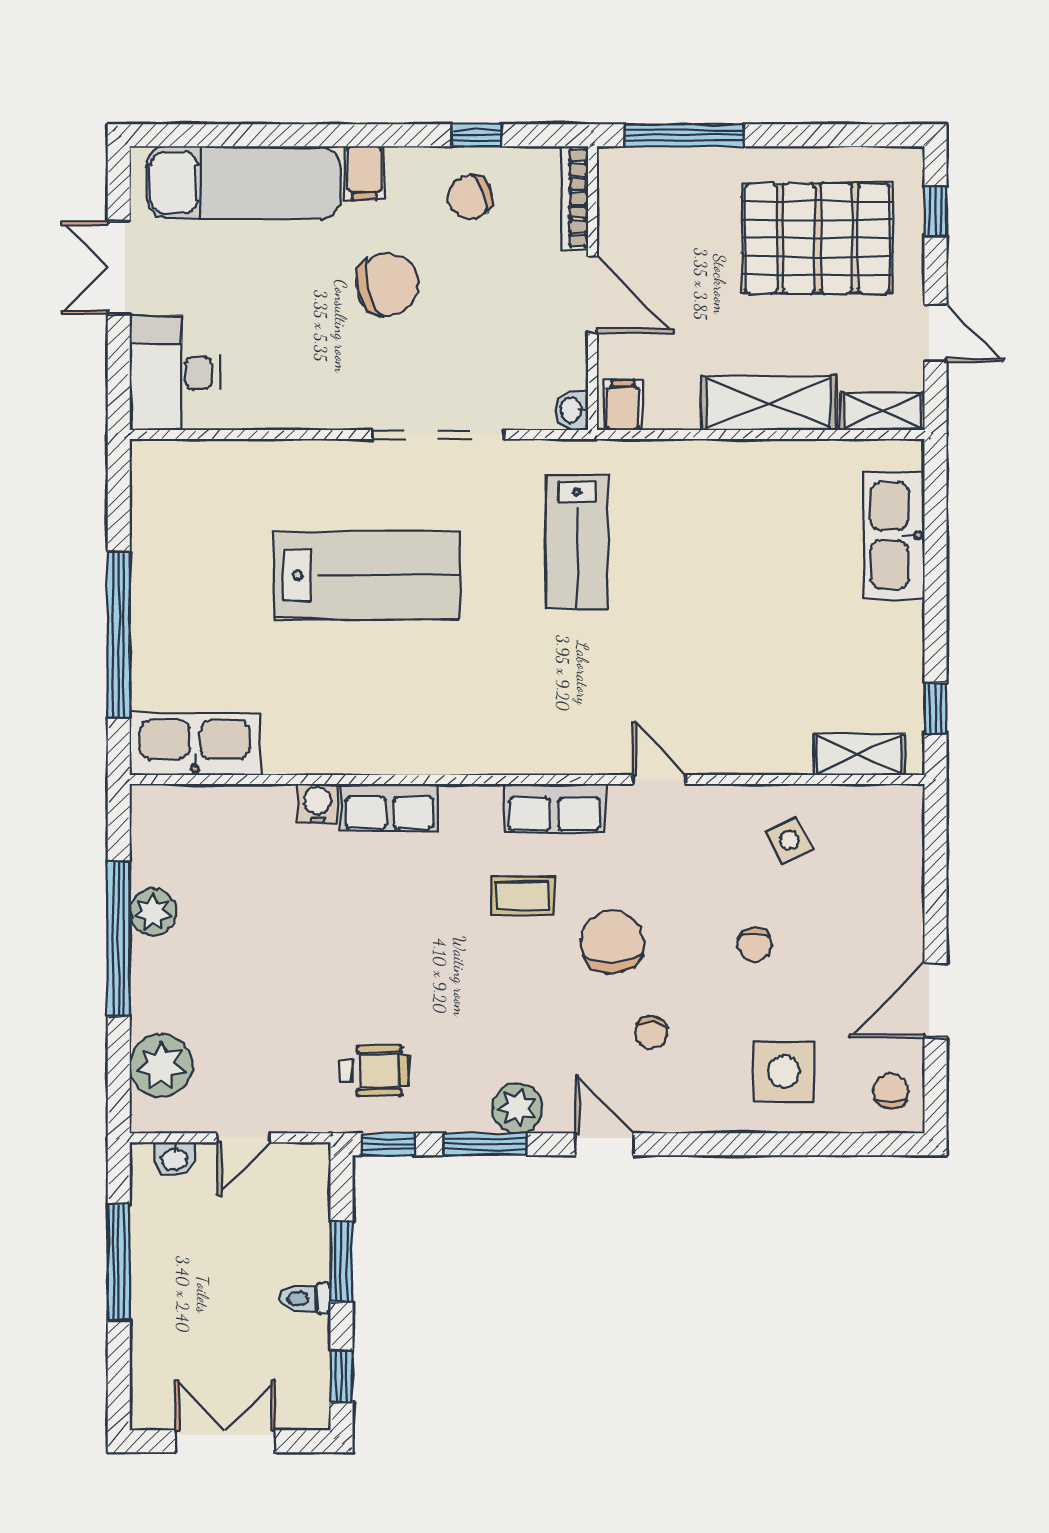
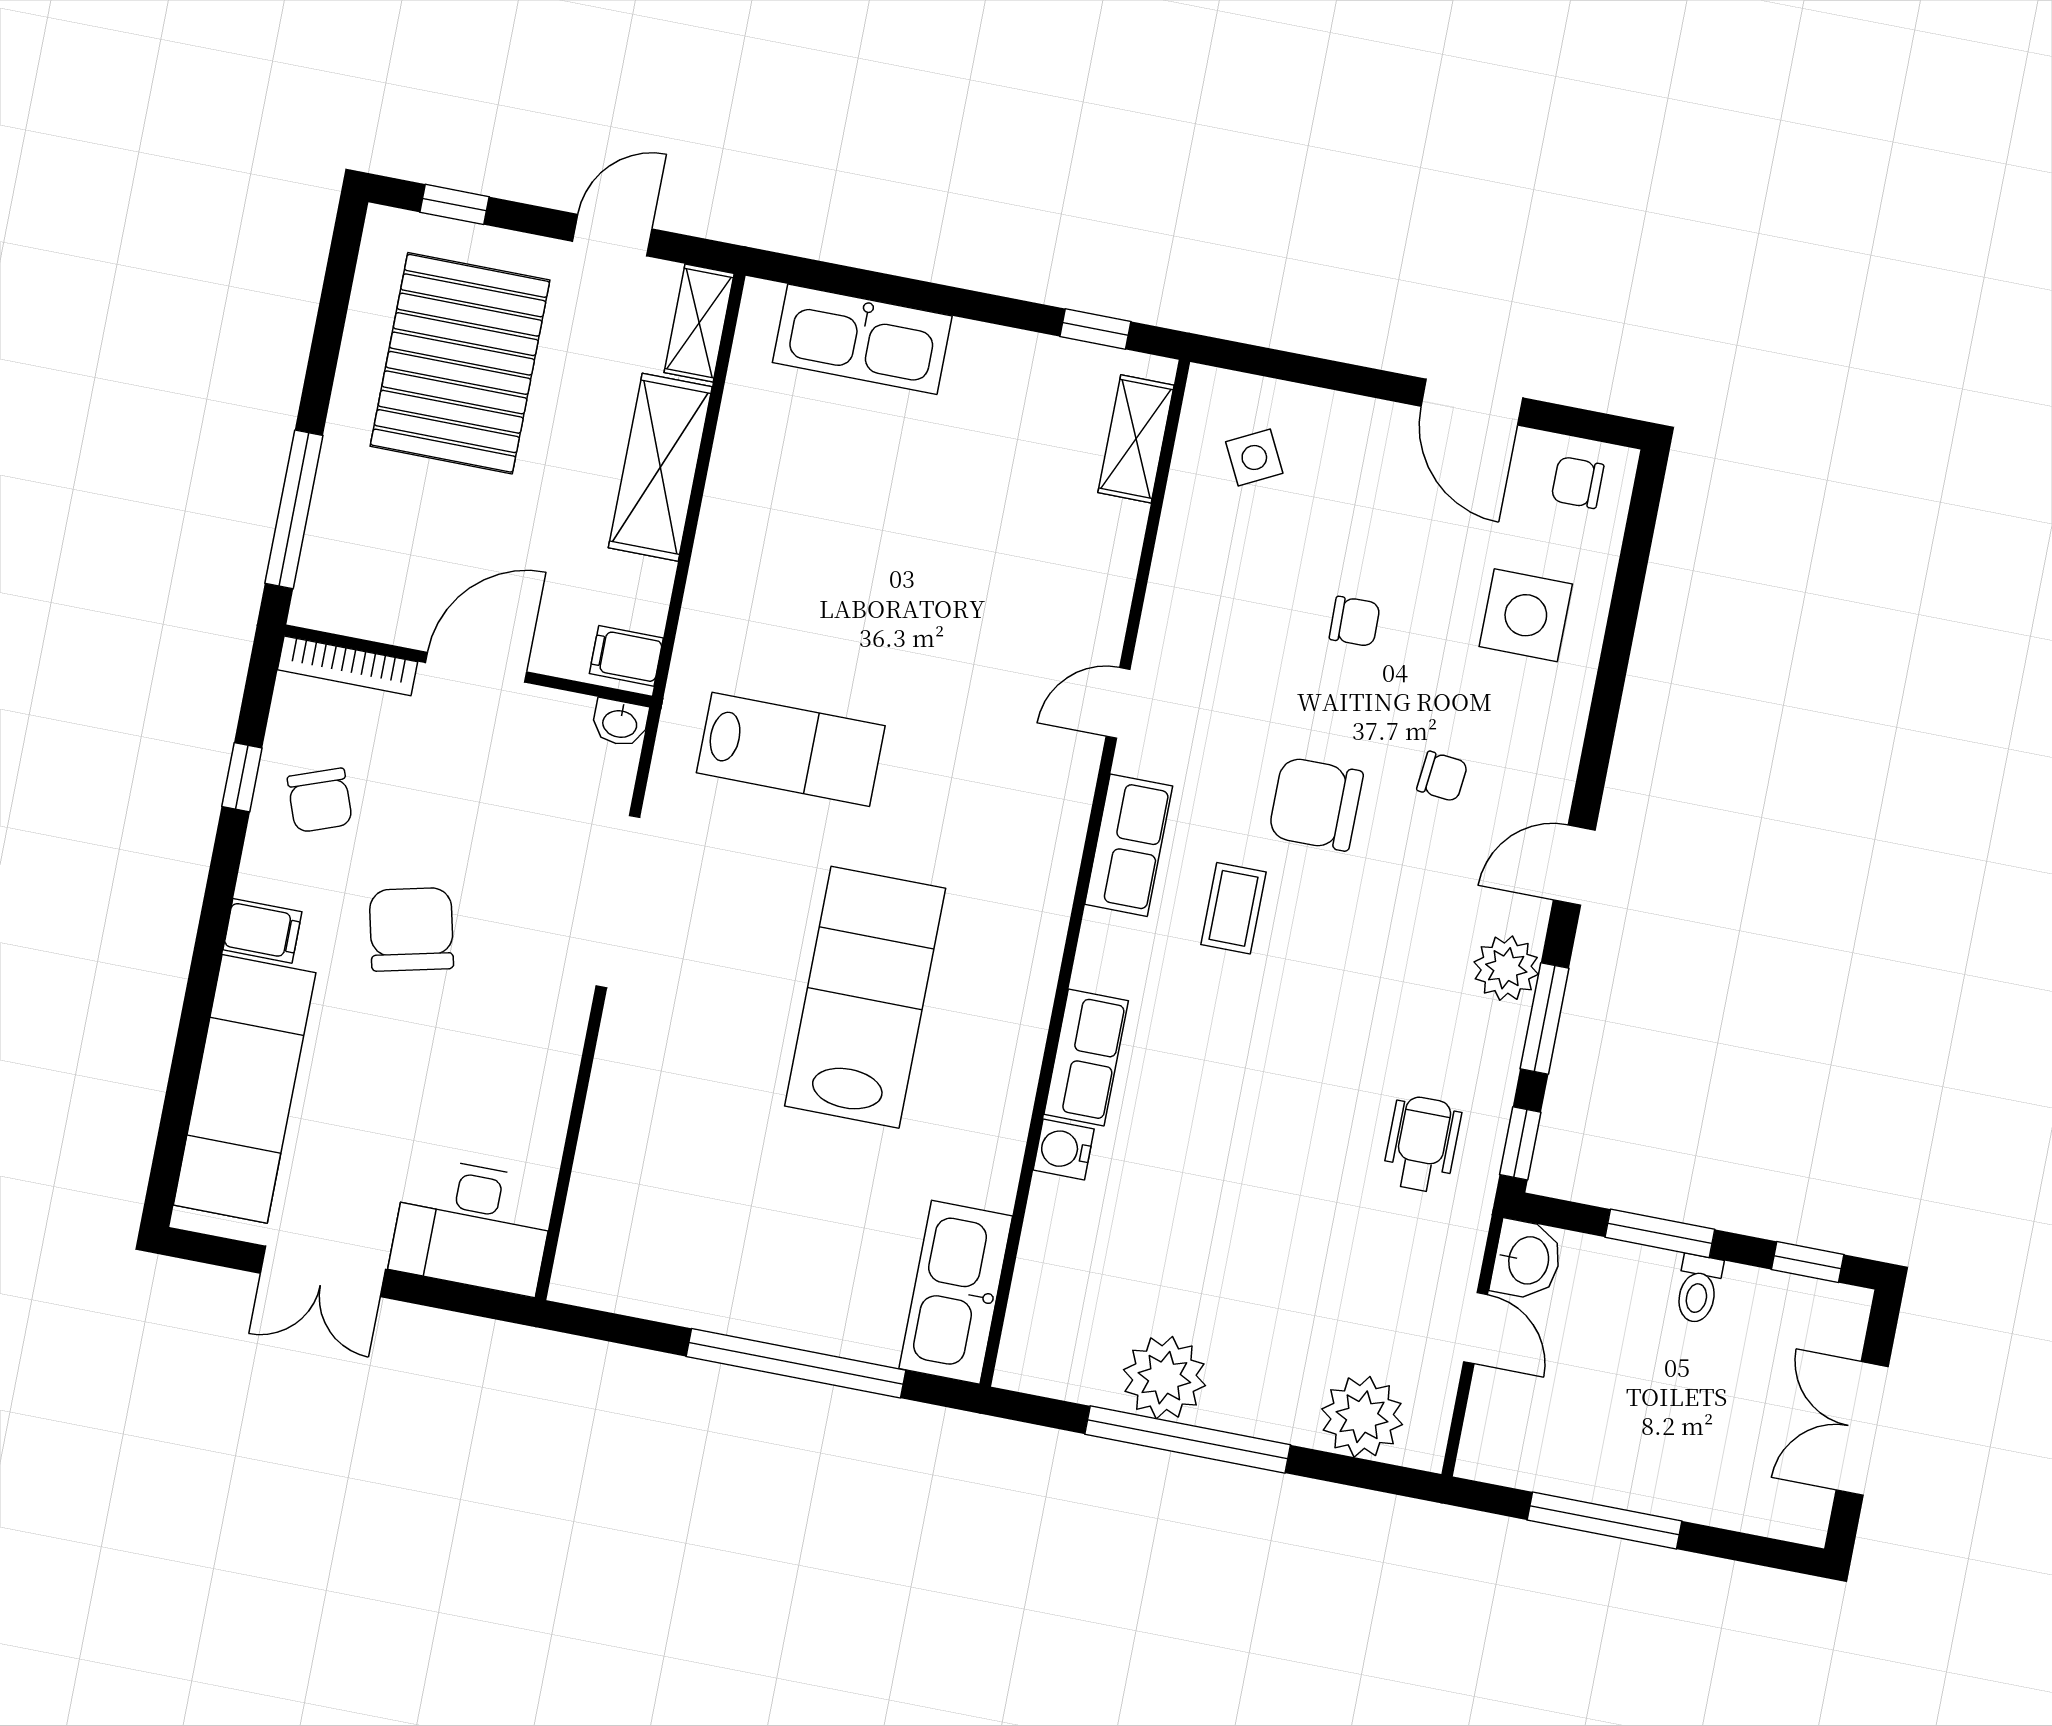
lab bench: (367, 575) -> (865, 997), moved
side table: (789, 840) -> (1254, 457), moved
plant: (153, 912) -> (1164, 1378), width x1.36, depth x1.36
washbasin: (175, 1159) -> (1527, 1260), moved, width x1.38, depth x1.45

